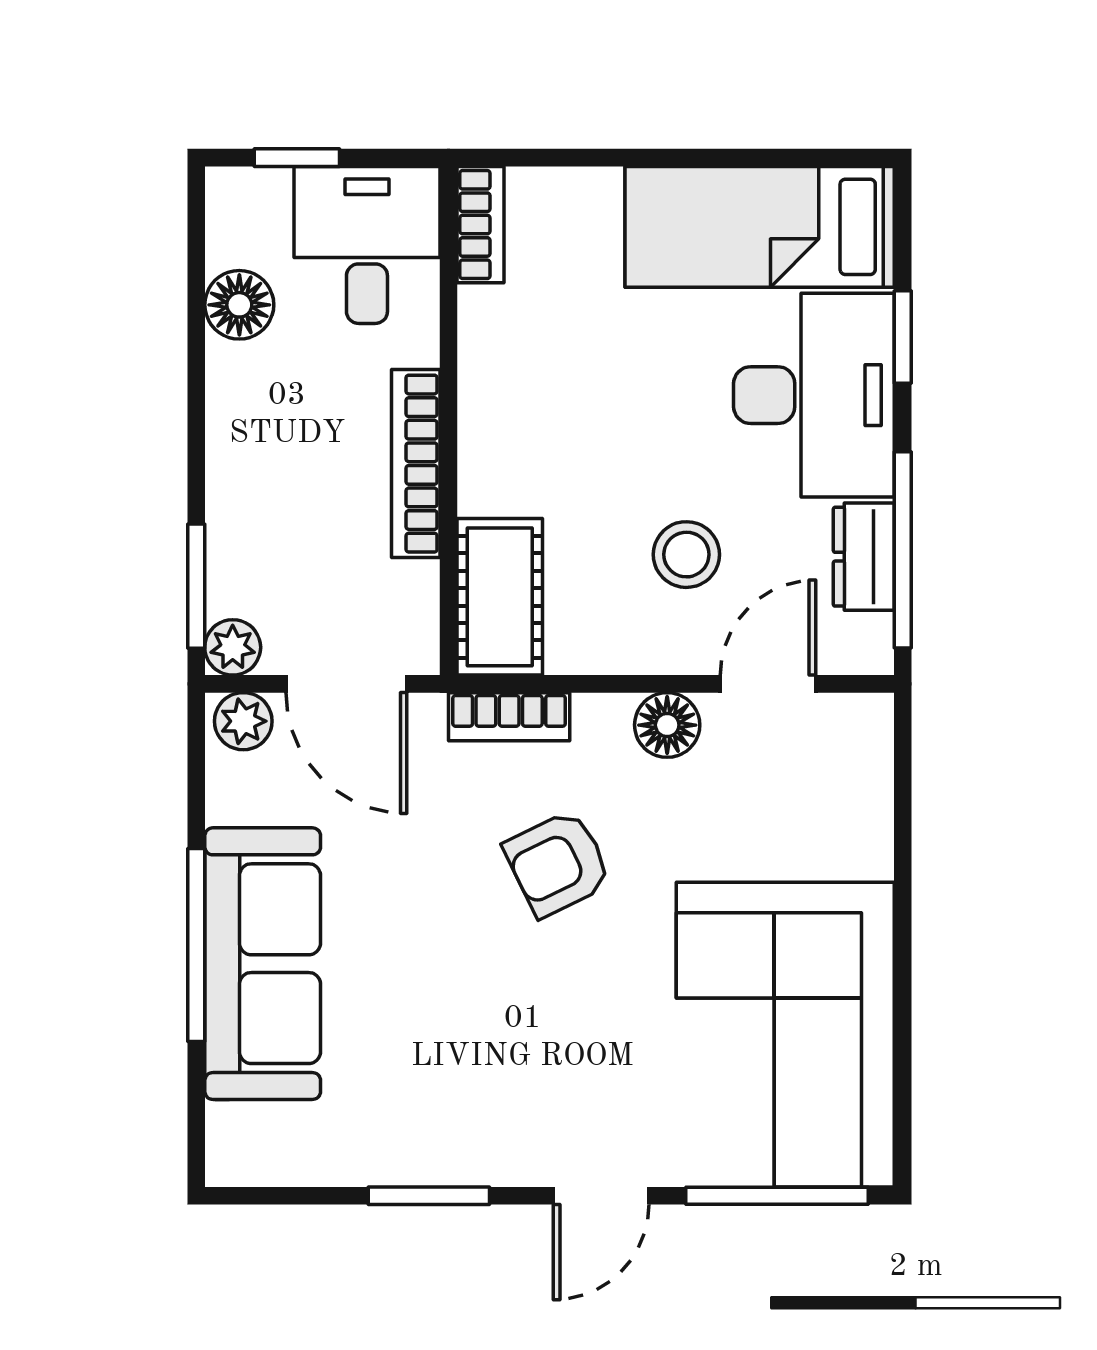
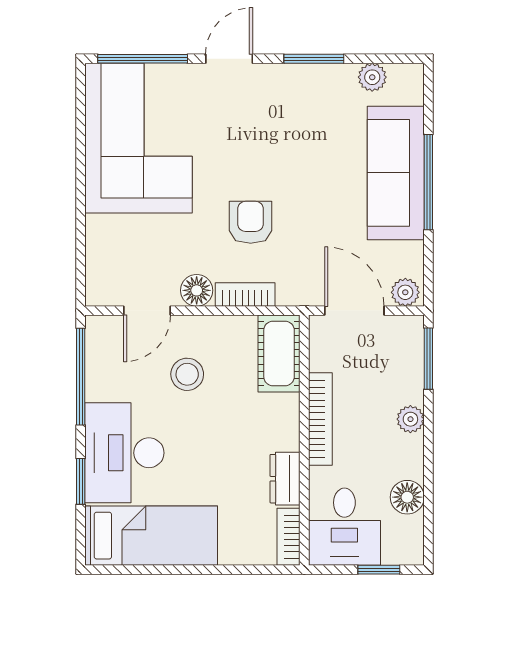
dresser: (864, 557) -> (285, 479), moved, turned 180
plant: (233, 647) -> (410, 419), moved
bookcase: (509, 717) -> (245, 294), moved
armchair: (558, 863) -> (251, 222), turned -64
plant: (310, 1158) -> (372, 77), added

